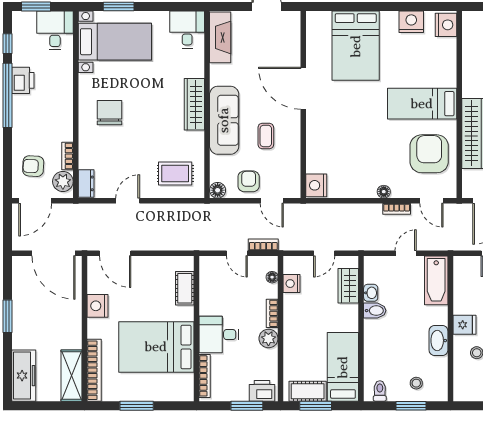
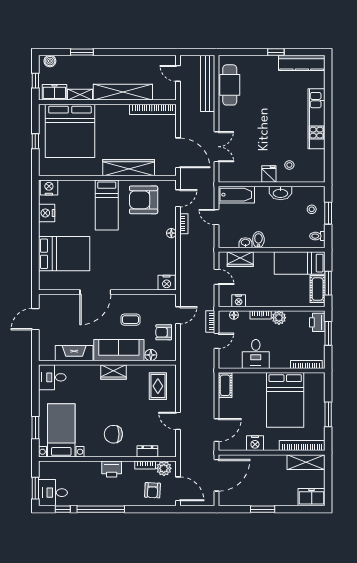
desk: (55, 30) -> (53, 493), moved
fireplace: (220, 37) -> (74, 353), moved
printer: (23, 80) -> (112, 469), moved, turned 180
wardrobe: (194, 104) -> (113, 372), width x0.67
dresser: (86, 183) -> (147, 451), moved
floor lamp: (218, 190) -> (151, 355), moved
cot: (185, 288) -> (225, 385), moved, turned 90
desk: (219, 335) -> (256, 354), moved
freezer: (24, 376) -> (312, 497), width x0.71

